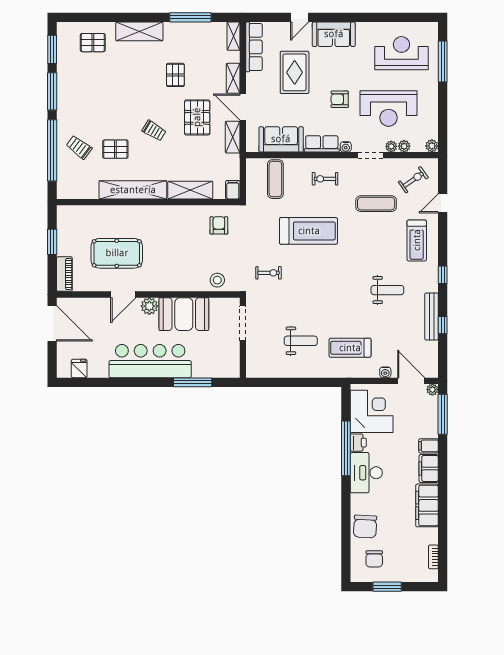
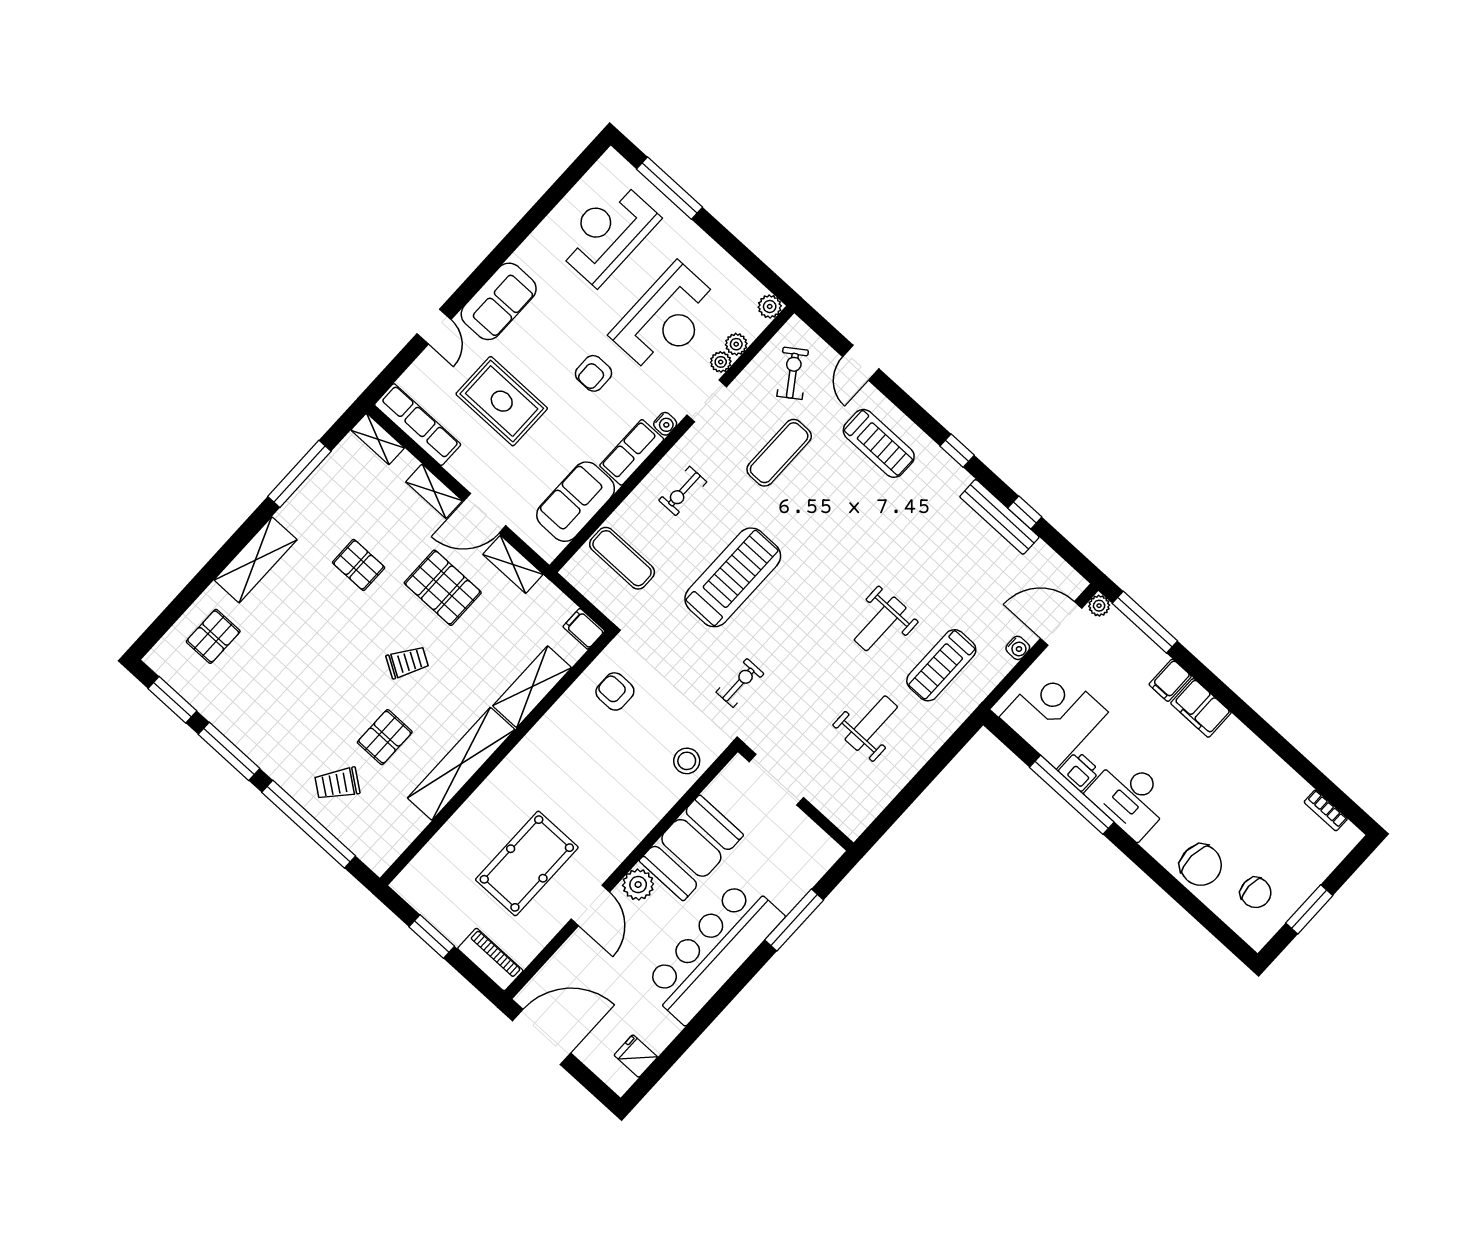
weight bench: (387, 290) -> (880, 624), moved, turned 180
filing cabinet: (427, 505) -> (1249, 756), removed

